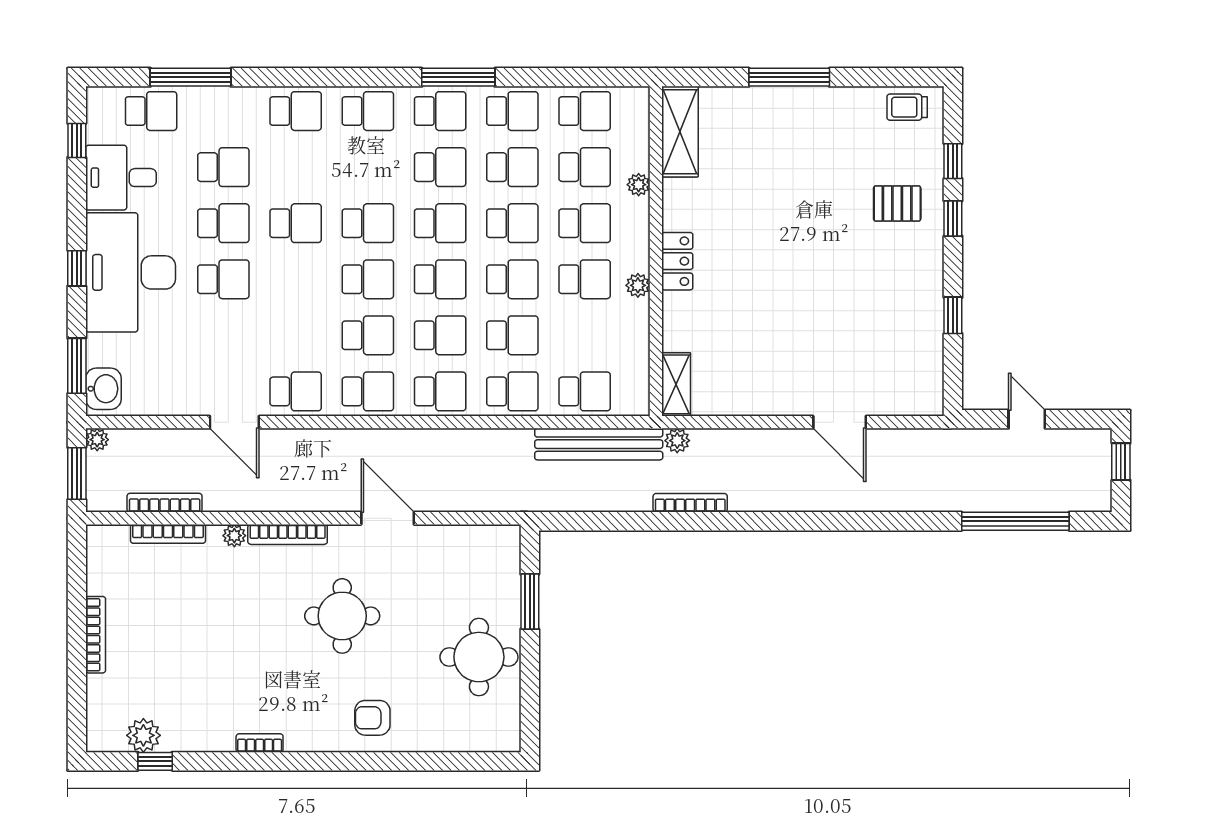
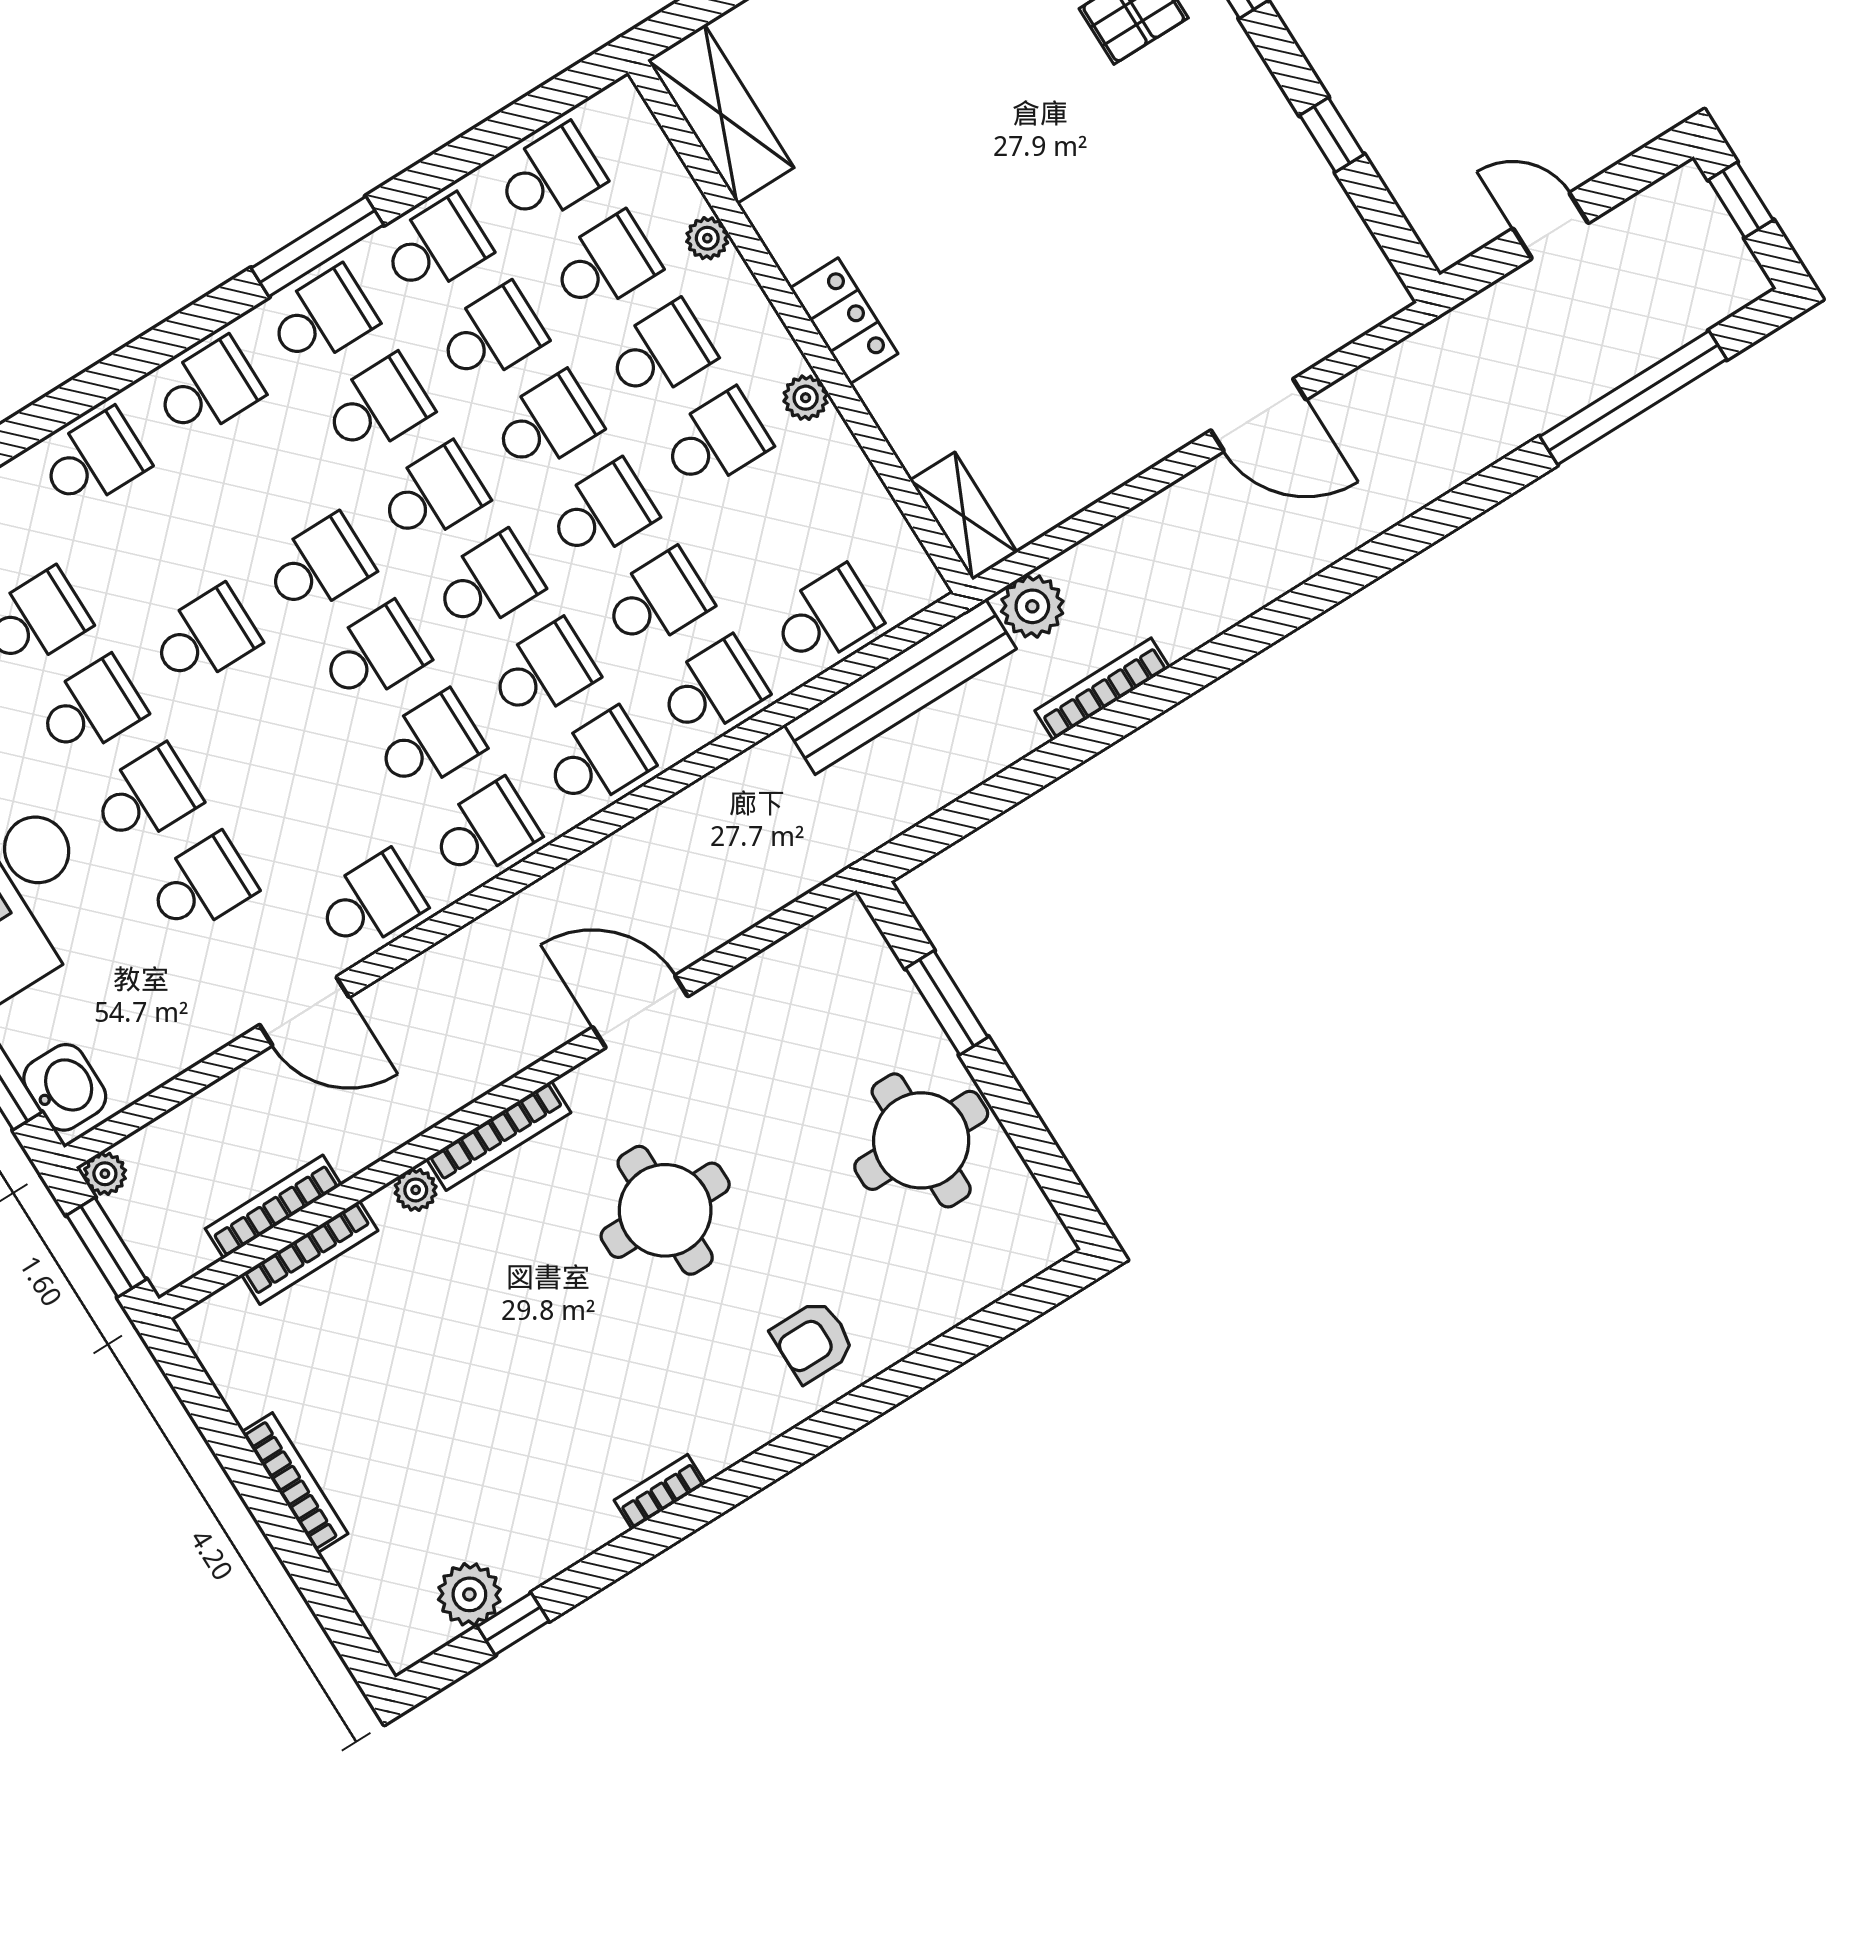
school desk: (223, 335) -> (201, 885), added
plant: (677, 441) -> (1032, 606), width x1.38, depth x1.38

